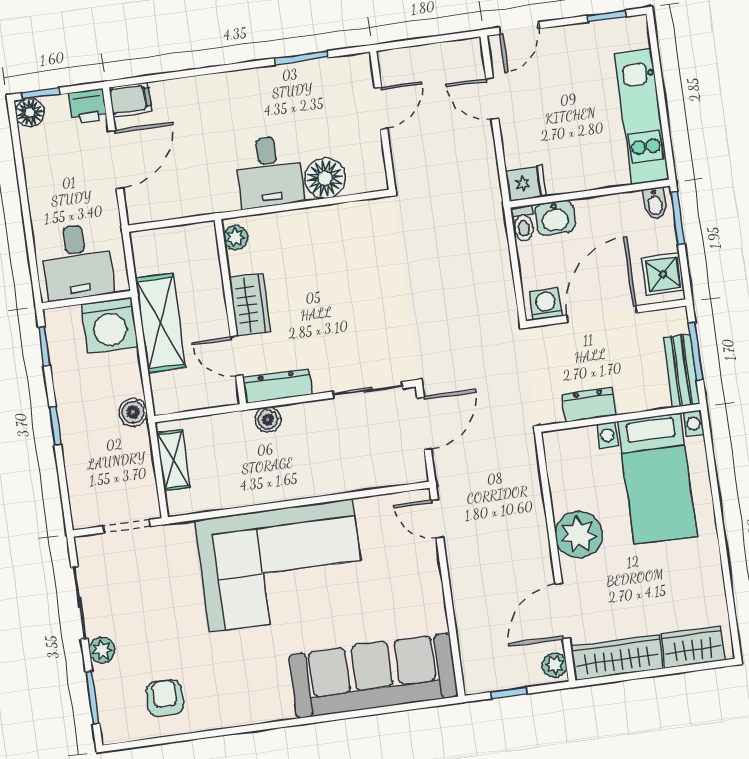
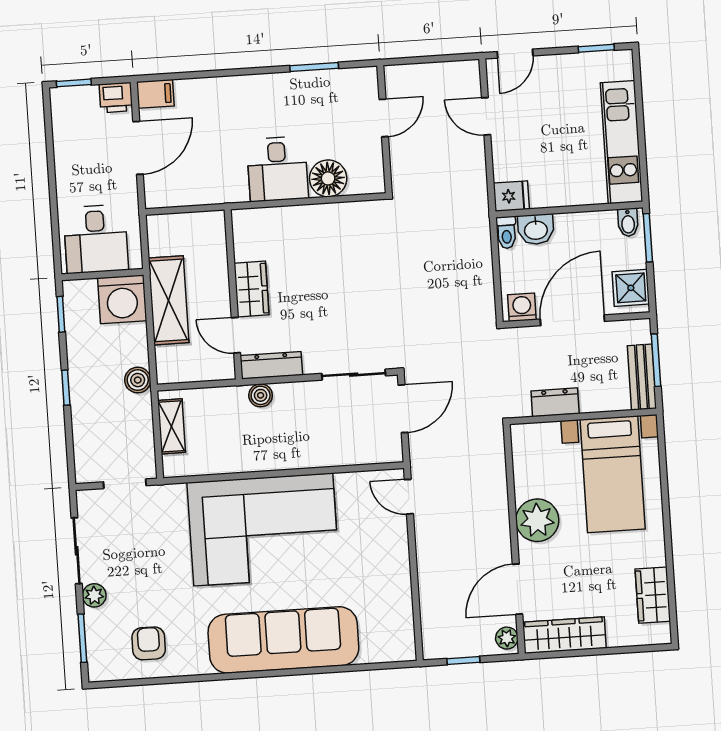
floor lamp: (30, 113) -> (63, 100), removed
plant: (236, 237) -> (243, 227), removed
wardrobe: (693, 647) -> (653, 595), moved, turned -90
sofa: (373, 676) -> (283, 640), moved

